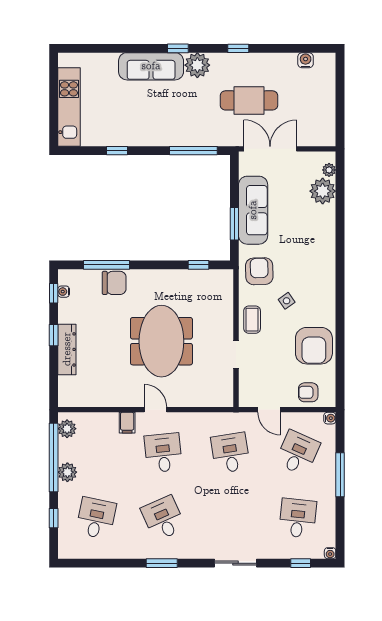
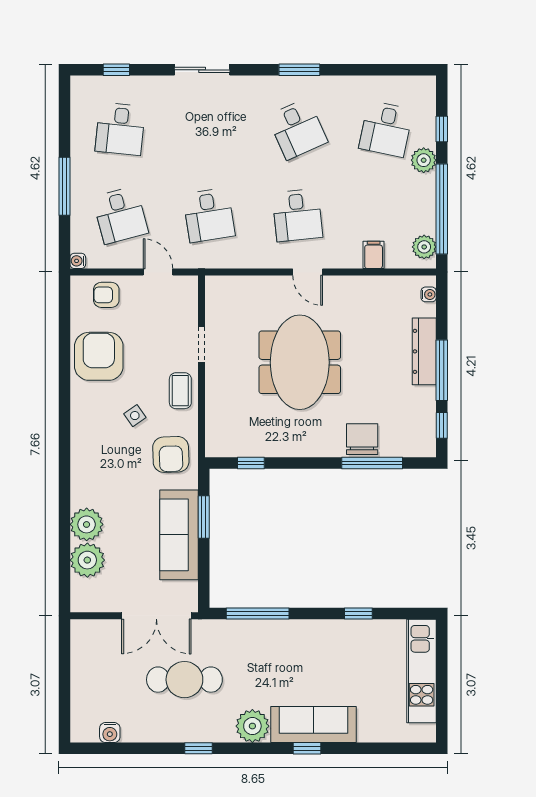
window: (178, 48) -> (307, 748), moved
plant: (329, 170) -> (87, 524), moved, width x1.88, depth x1.88
chair: (114, 283) -> (362, 439), turned 90
water cooler: (64, 292) -> (429, 294), moved
window: (54, 335) -> (442, 370), width x2.17
armchair: (308, 392) -> (106, 295), turned 180
filing cabinet: (127, 423) -> (374, 255), moved
desk: (298, 453) -> (120, 215), turned -39
plant: (67, 472) -> (424, 160), moved
water cooler: (330, 553) -> (77, 83), removed

